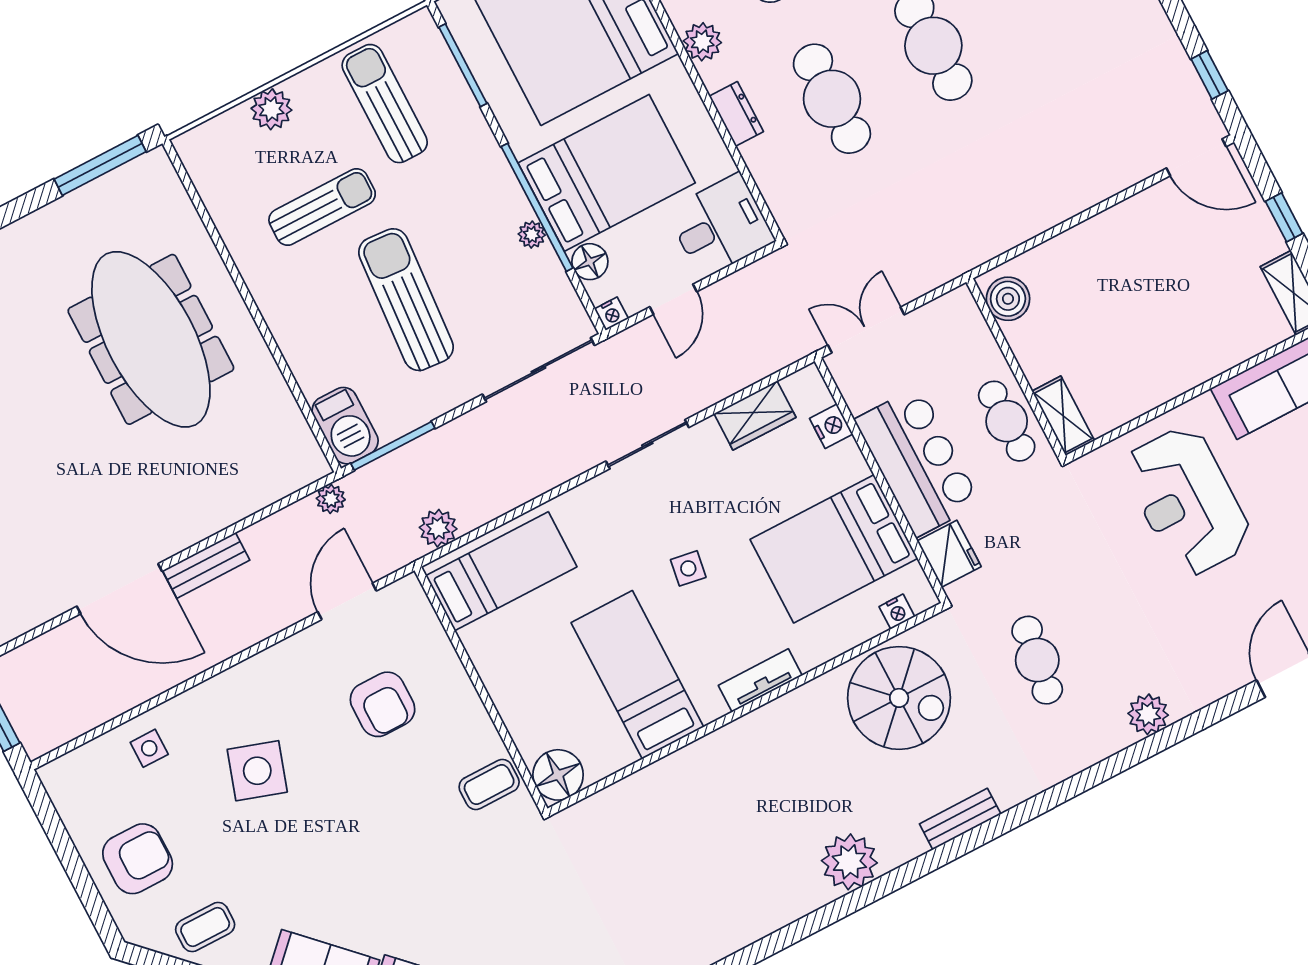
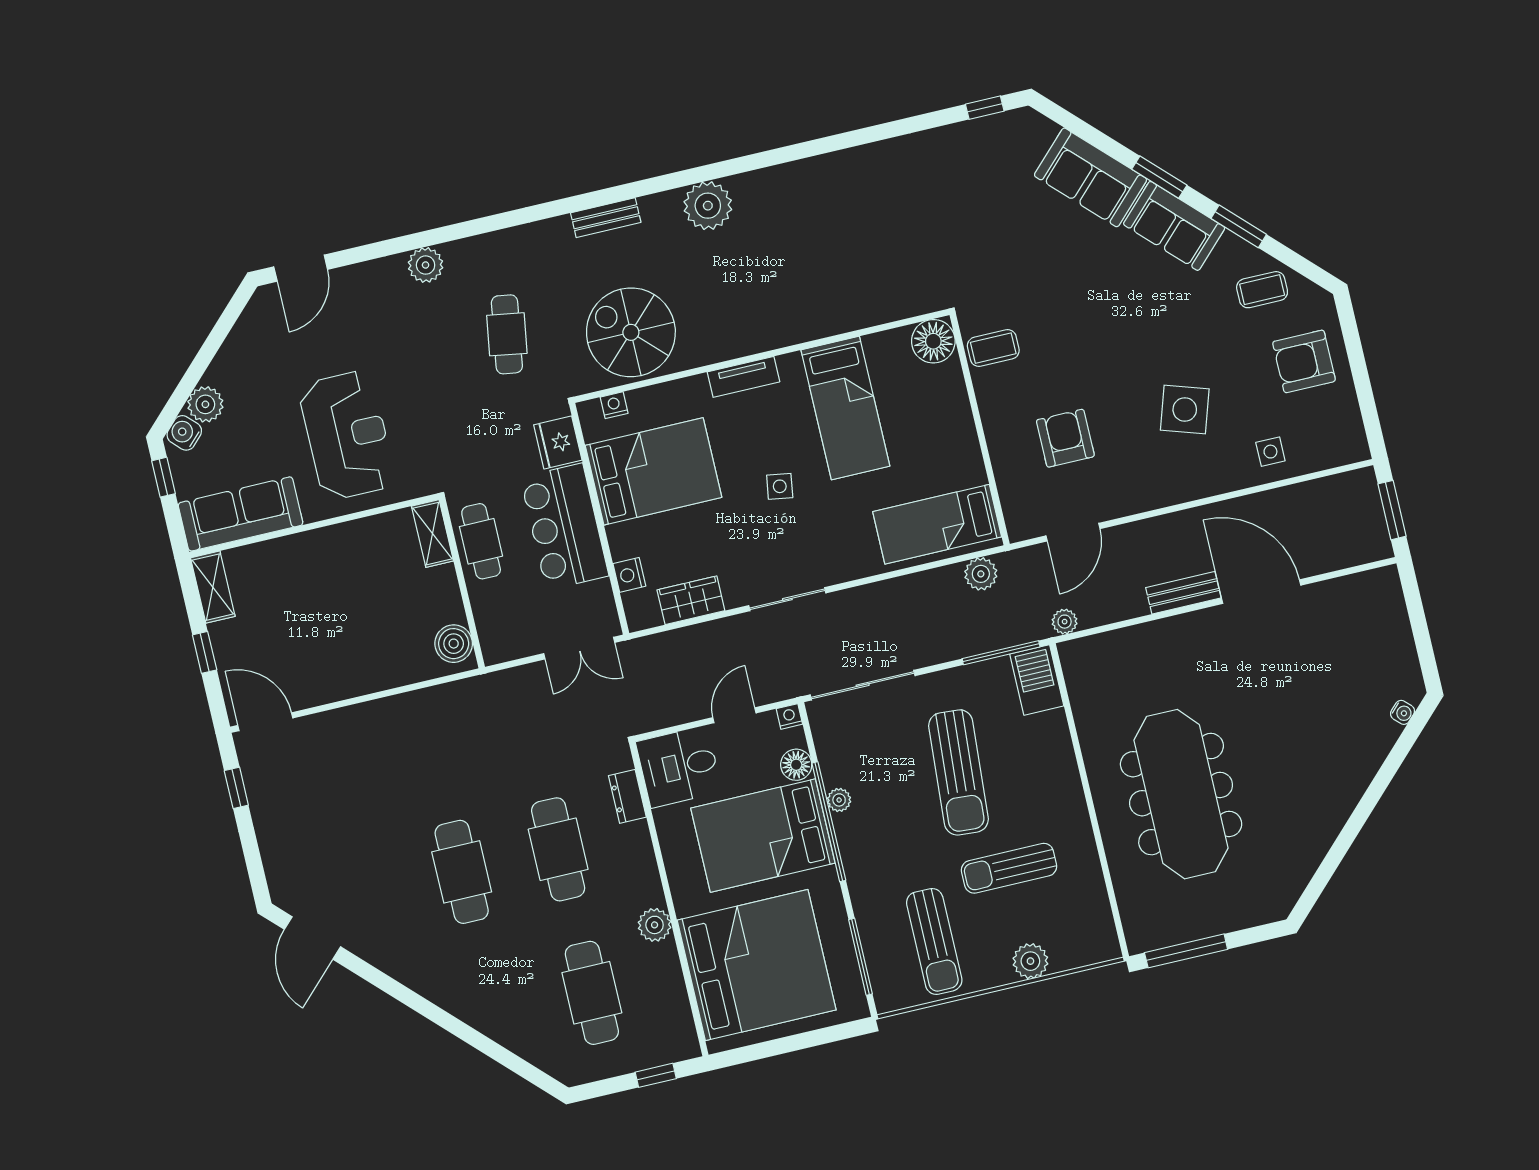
dresser: (736, 114) -> (627, 796), moved

